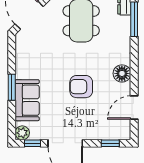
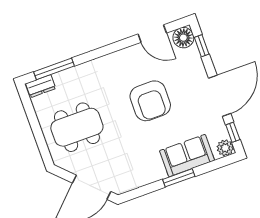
floor lamp: (122, 73) -> (183, 38), moved
armchair: (81, 87) -> (150, 101), width x1.36, depth x1.36

